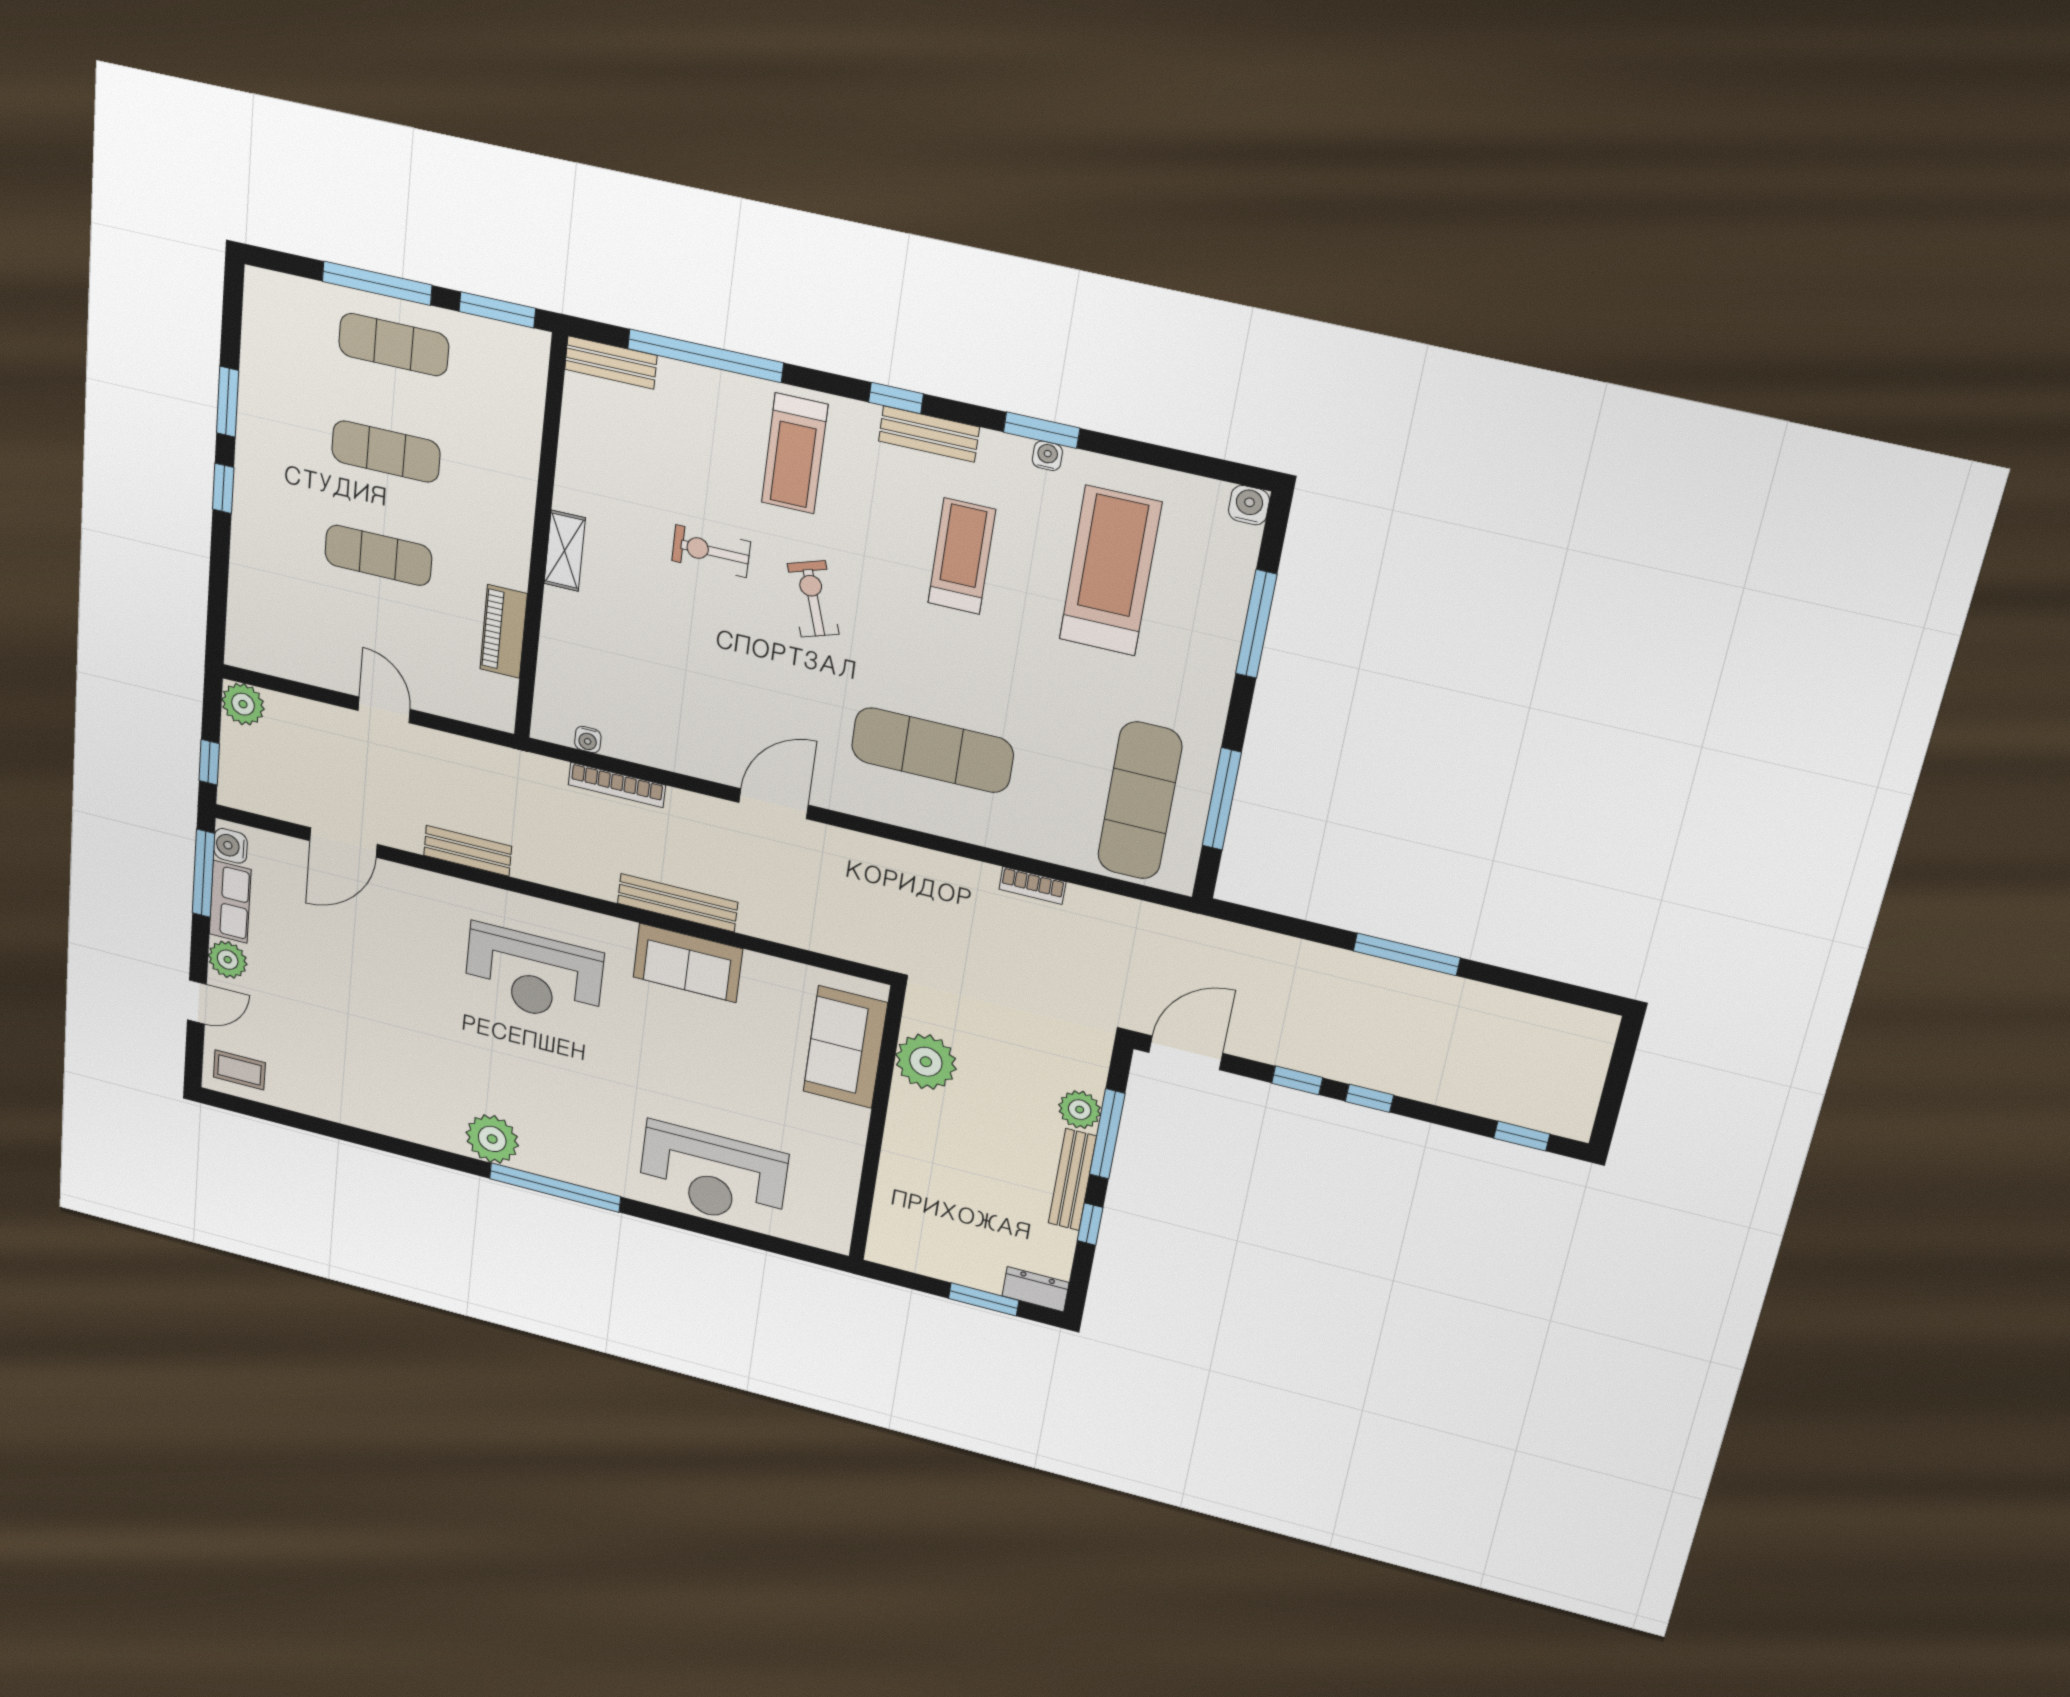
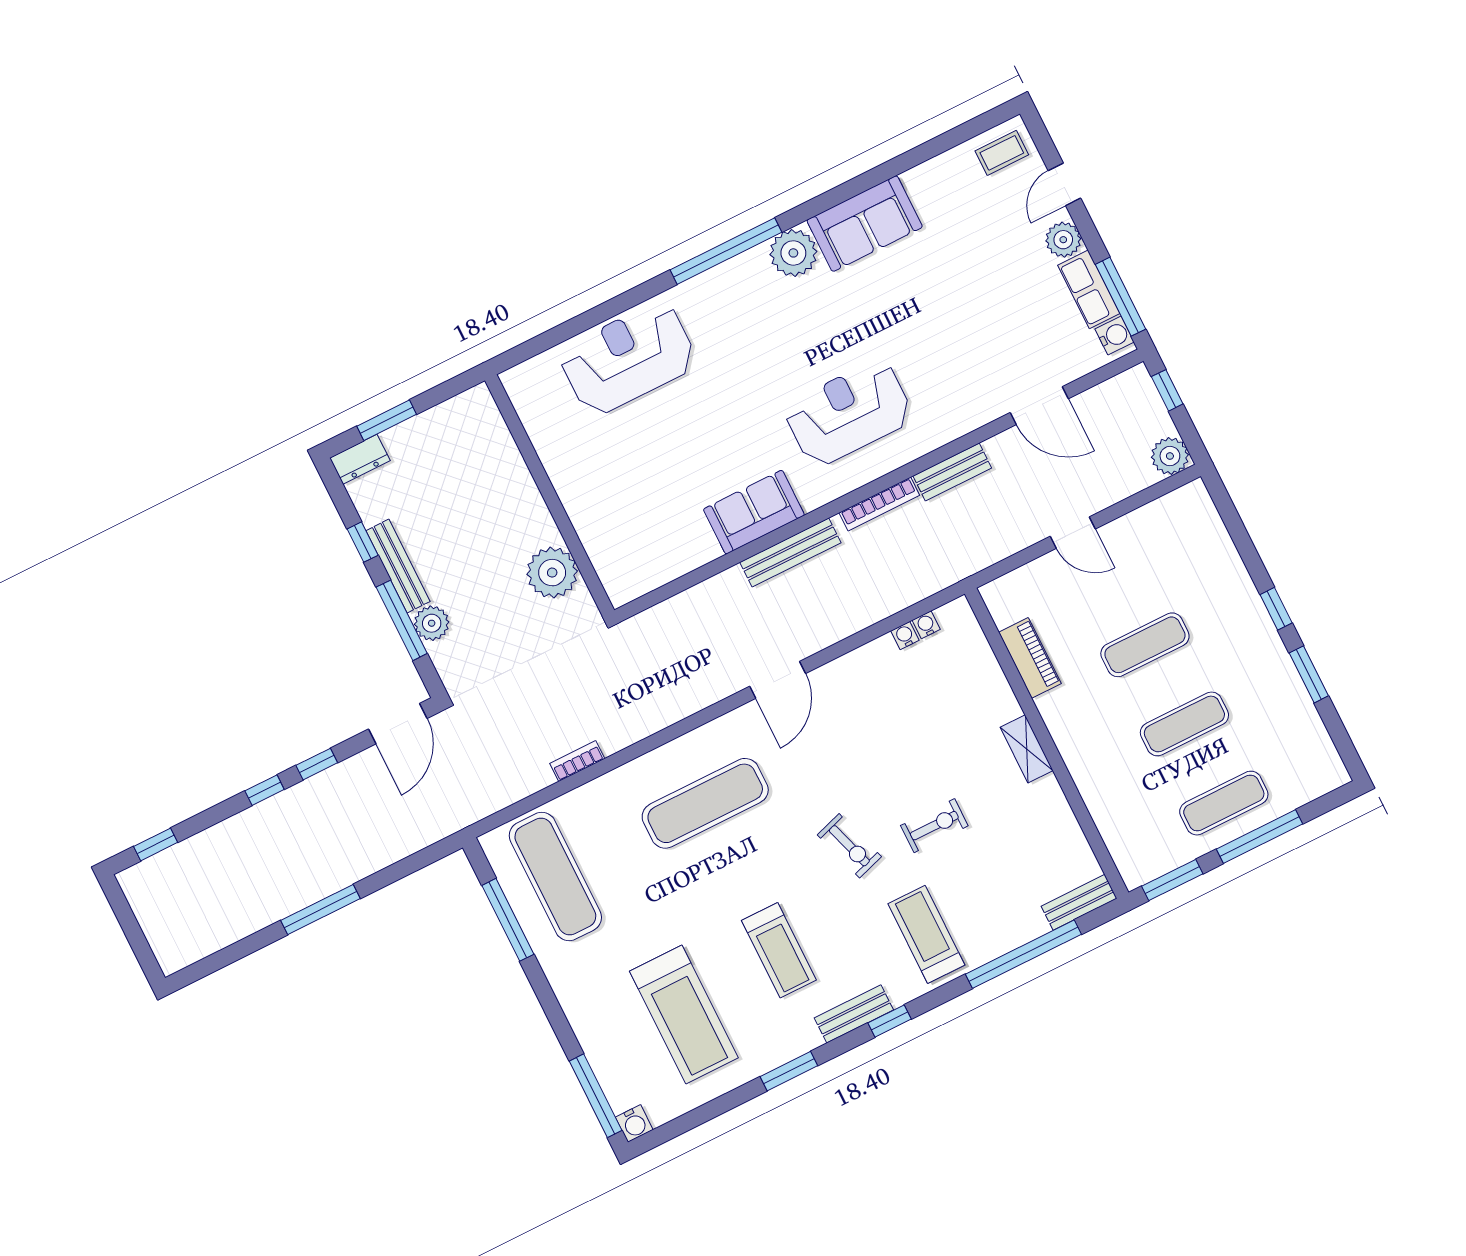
water cooler: (1047, 456) -> (905, 635), moved, turned 180
window: (1256, 624) -> (596, 1096), moved
bookcase: (617, 785) -> (879, 504), moved, turned 180
door: (343, 842) -> (1039, 406), swing flipped
sofa: (845, 1047) -> (865, 224), moved, turned 90

